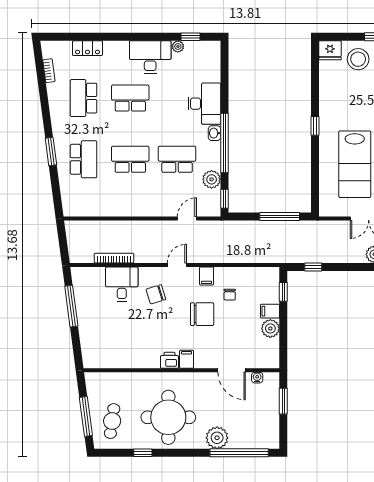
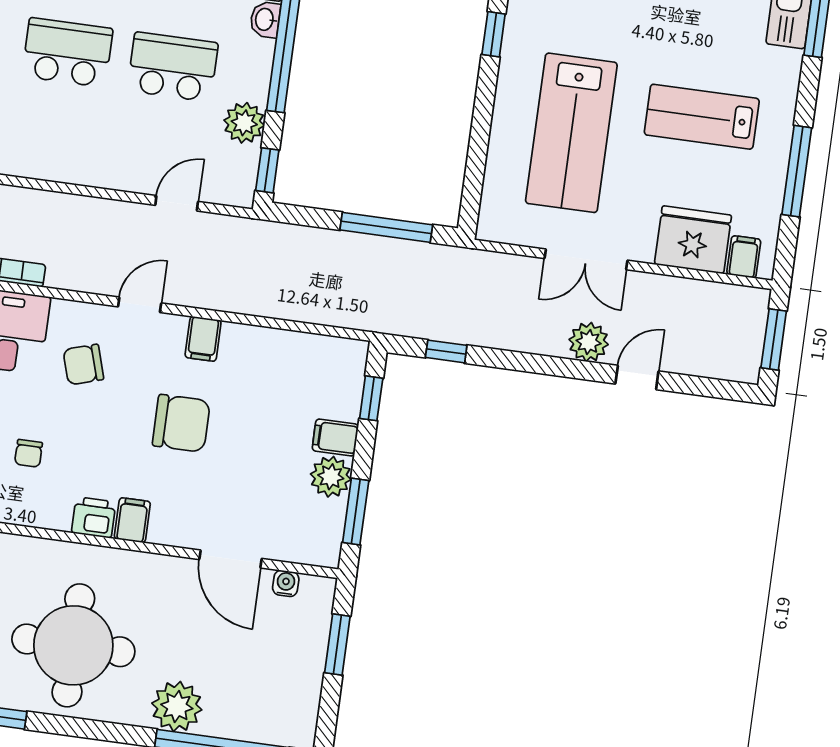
chair: (230, 295) -> (29, 453), moved
window: (283, 342) -> (356, 511), added

